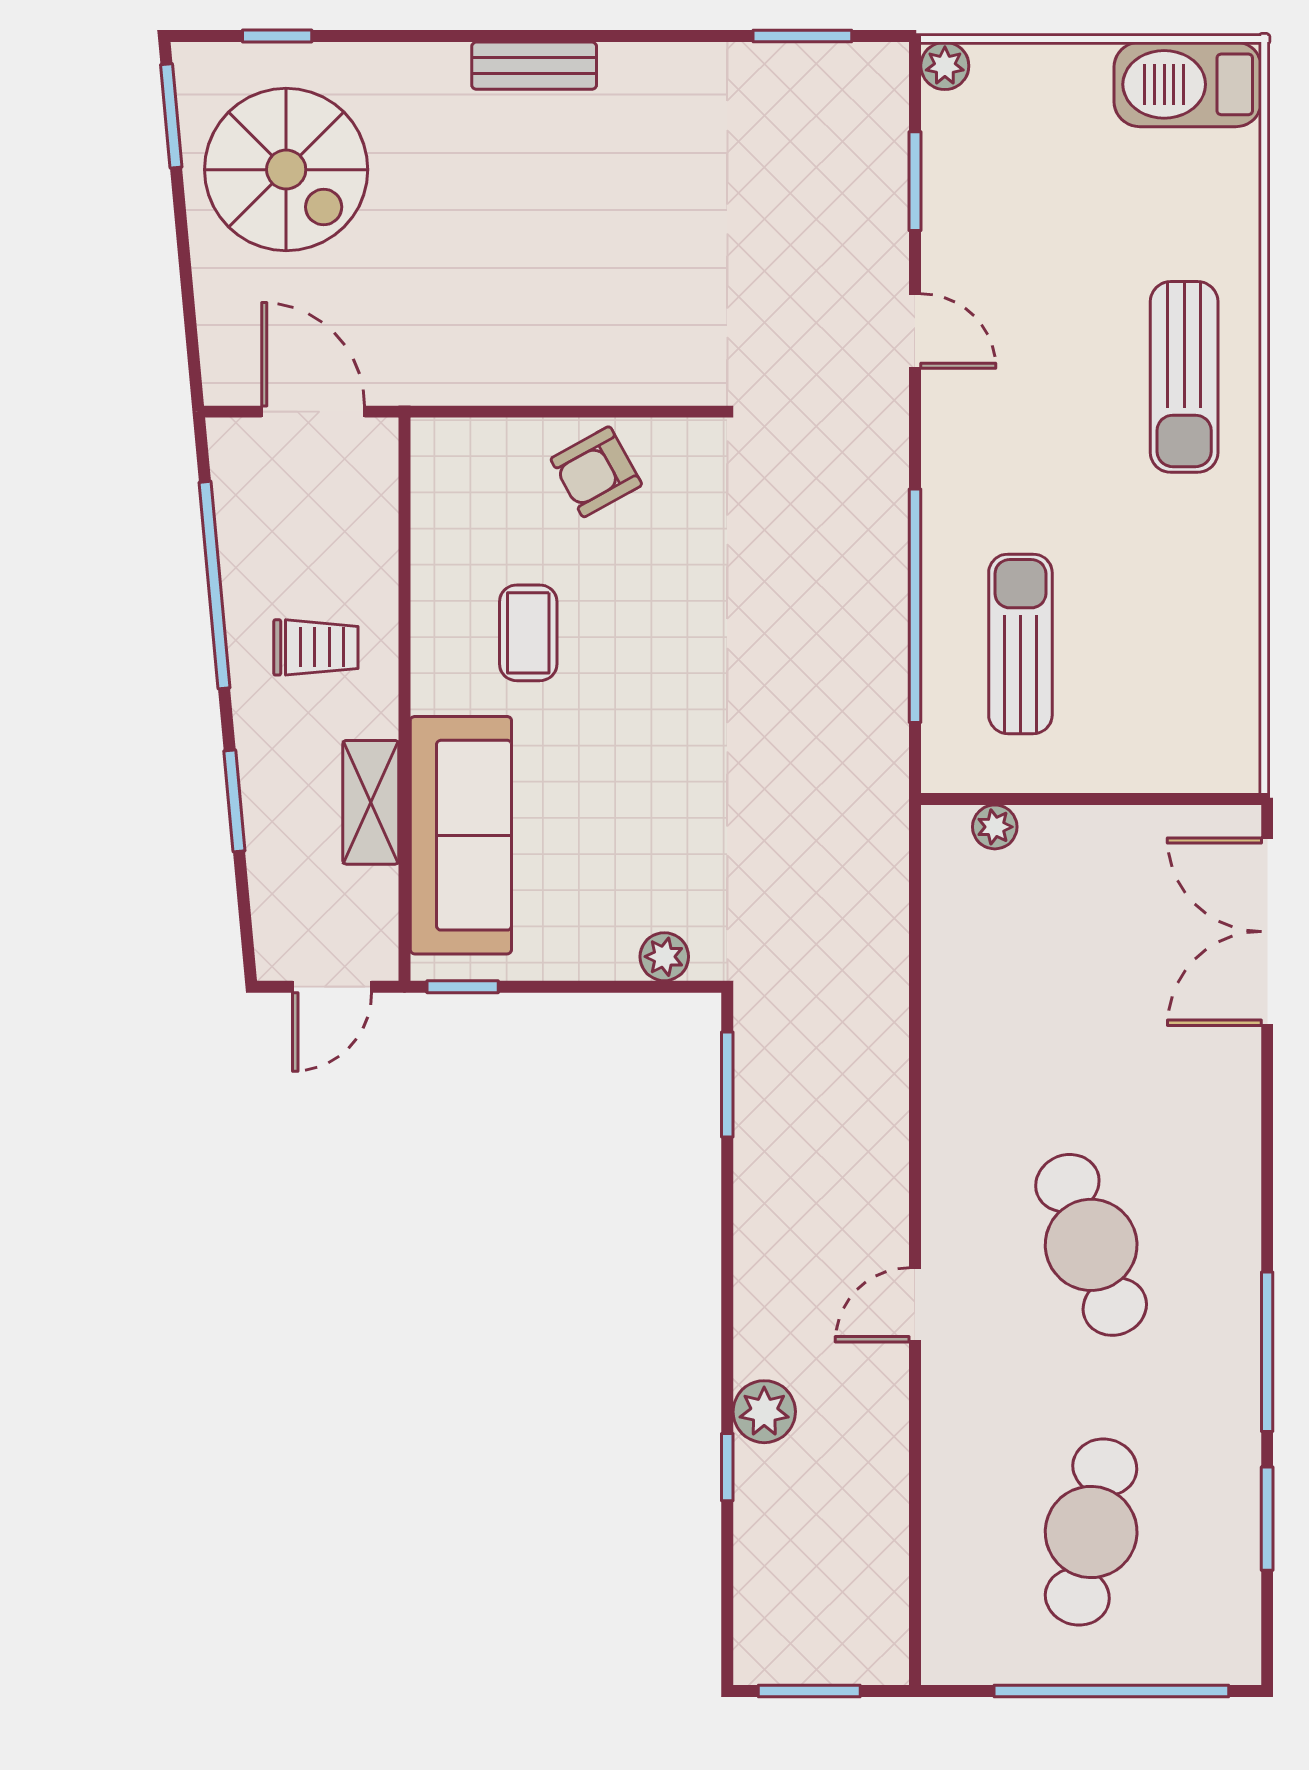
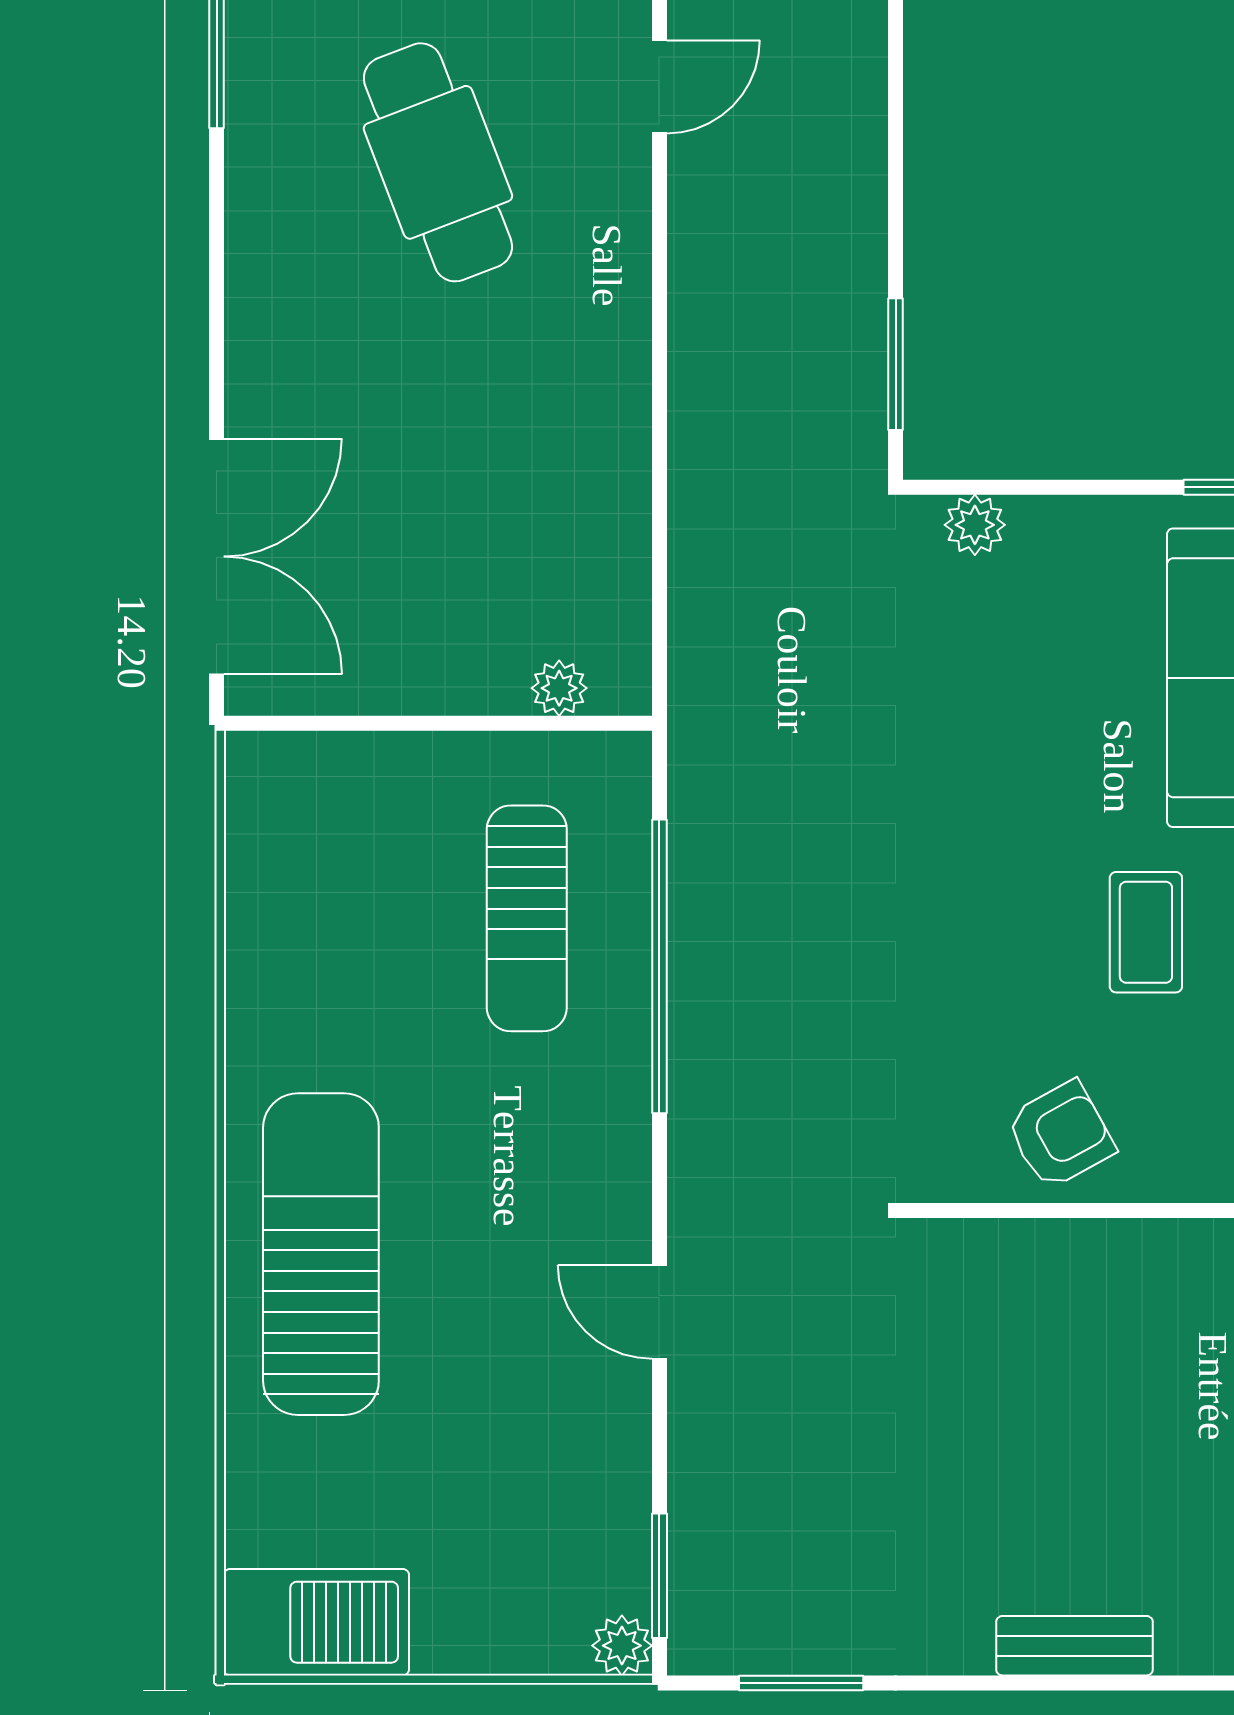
bench: (534, 66) -> (1074, 1646), moved
window: (915, 181) -> (659, 1576), moved
sun lounger: (1184, 377) -> (321, 1254), width x1.36, depth x1.34

